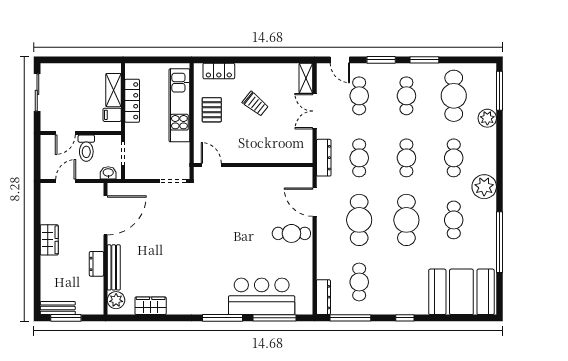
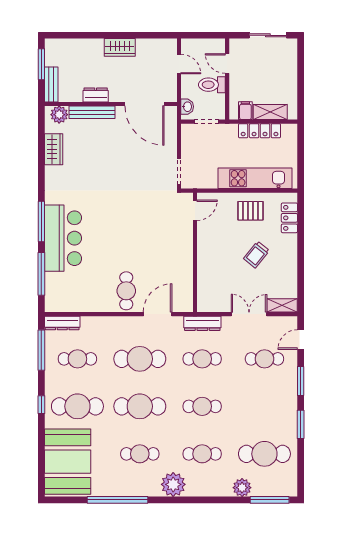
cafe table: (406, 96) -> (77, 406), moved, width x1.37, depth x1.35
bar counter: (262, 296) -> (63, 238), moved
bench: (58, 308) -> (51, 84), moved

